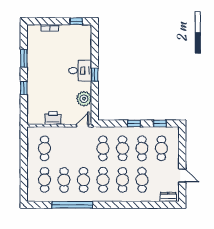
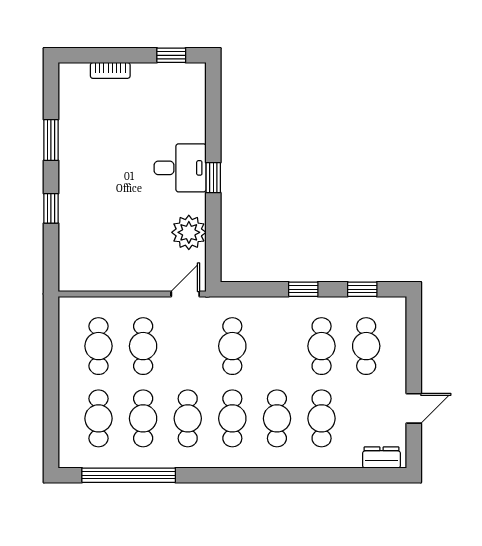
printer: (53, 118) -> (118, 277), removed
cafe table: (122, 148) -> (143, 346), moved
door: (182, 175) -> (414, 408), hinge flipped
window: (72, 205) -> (129, 475), moved

